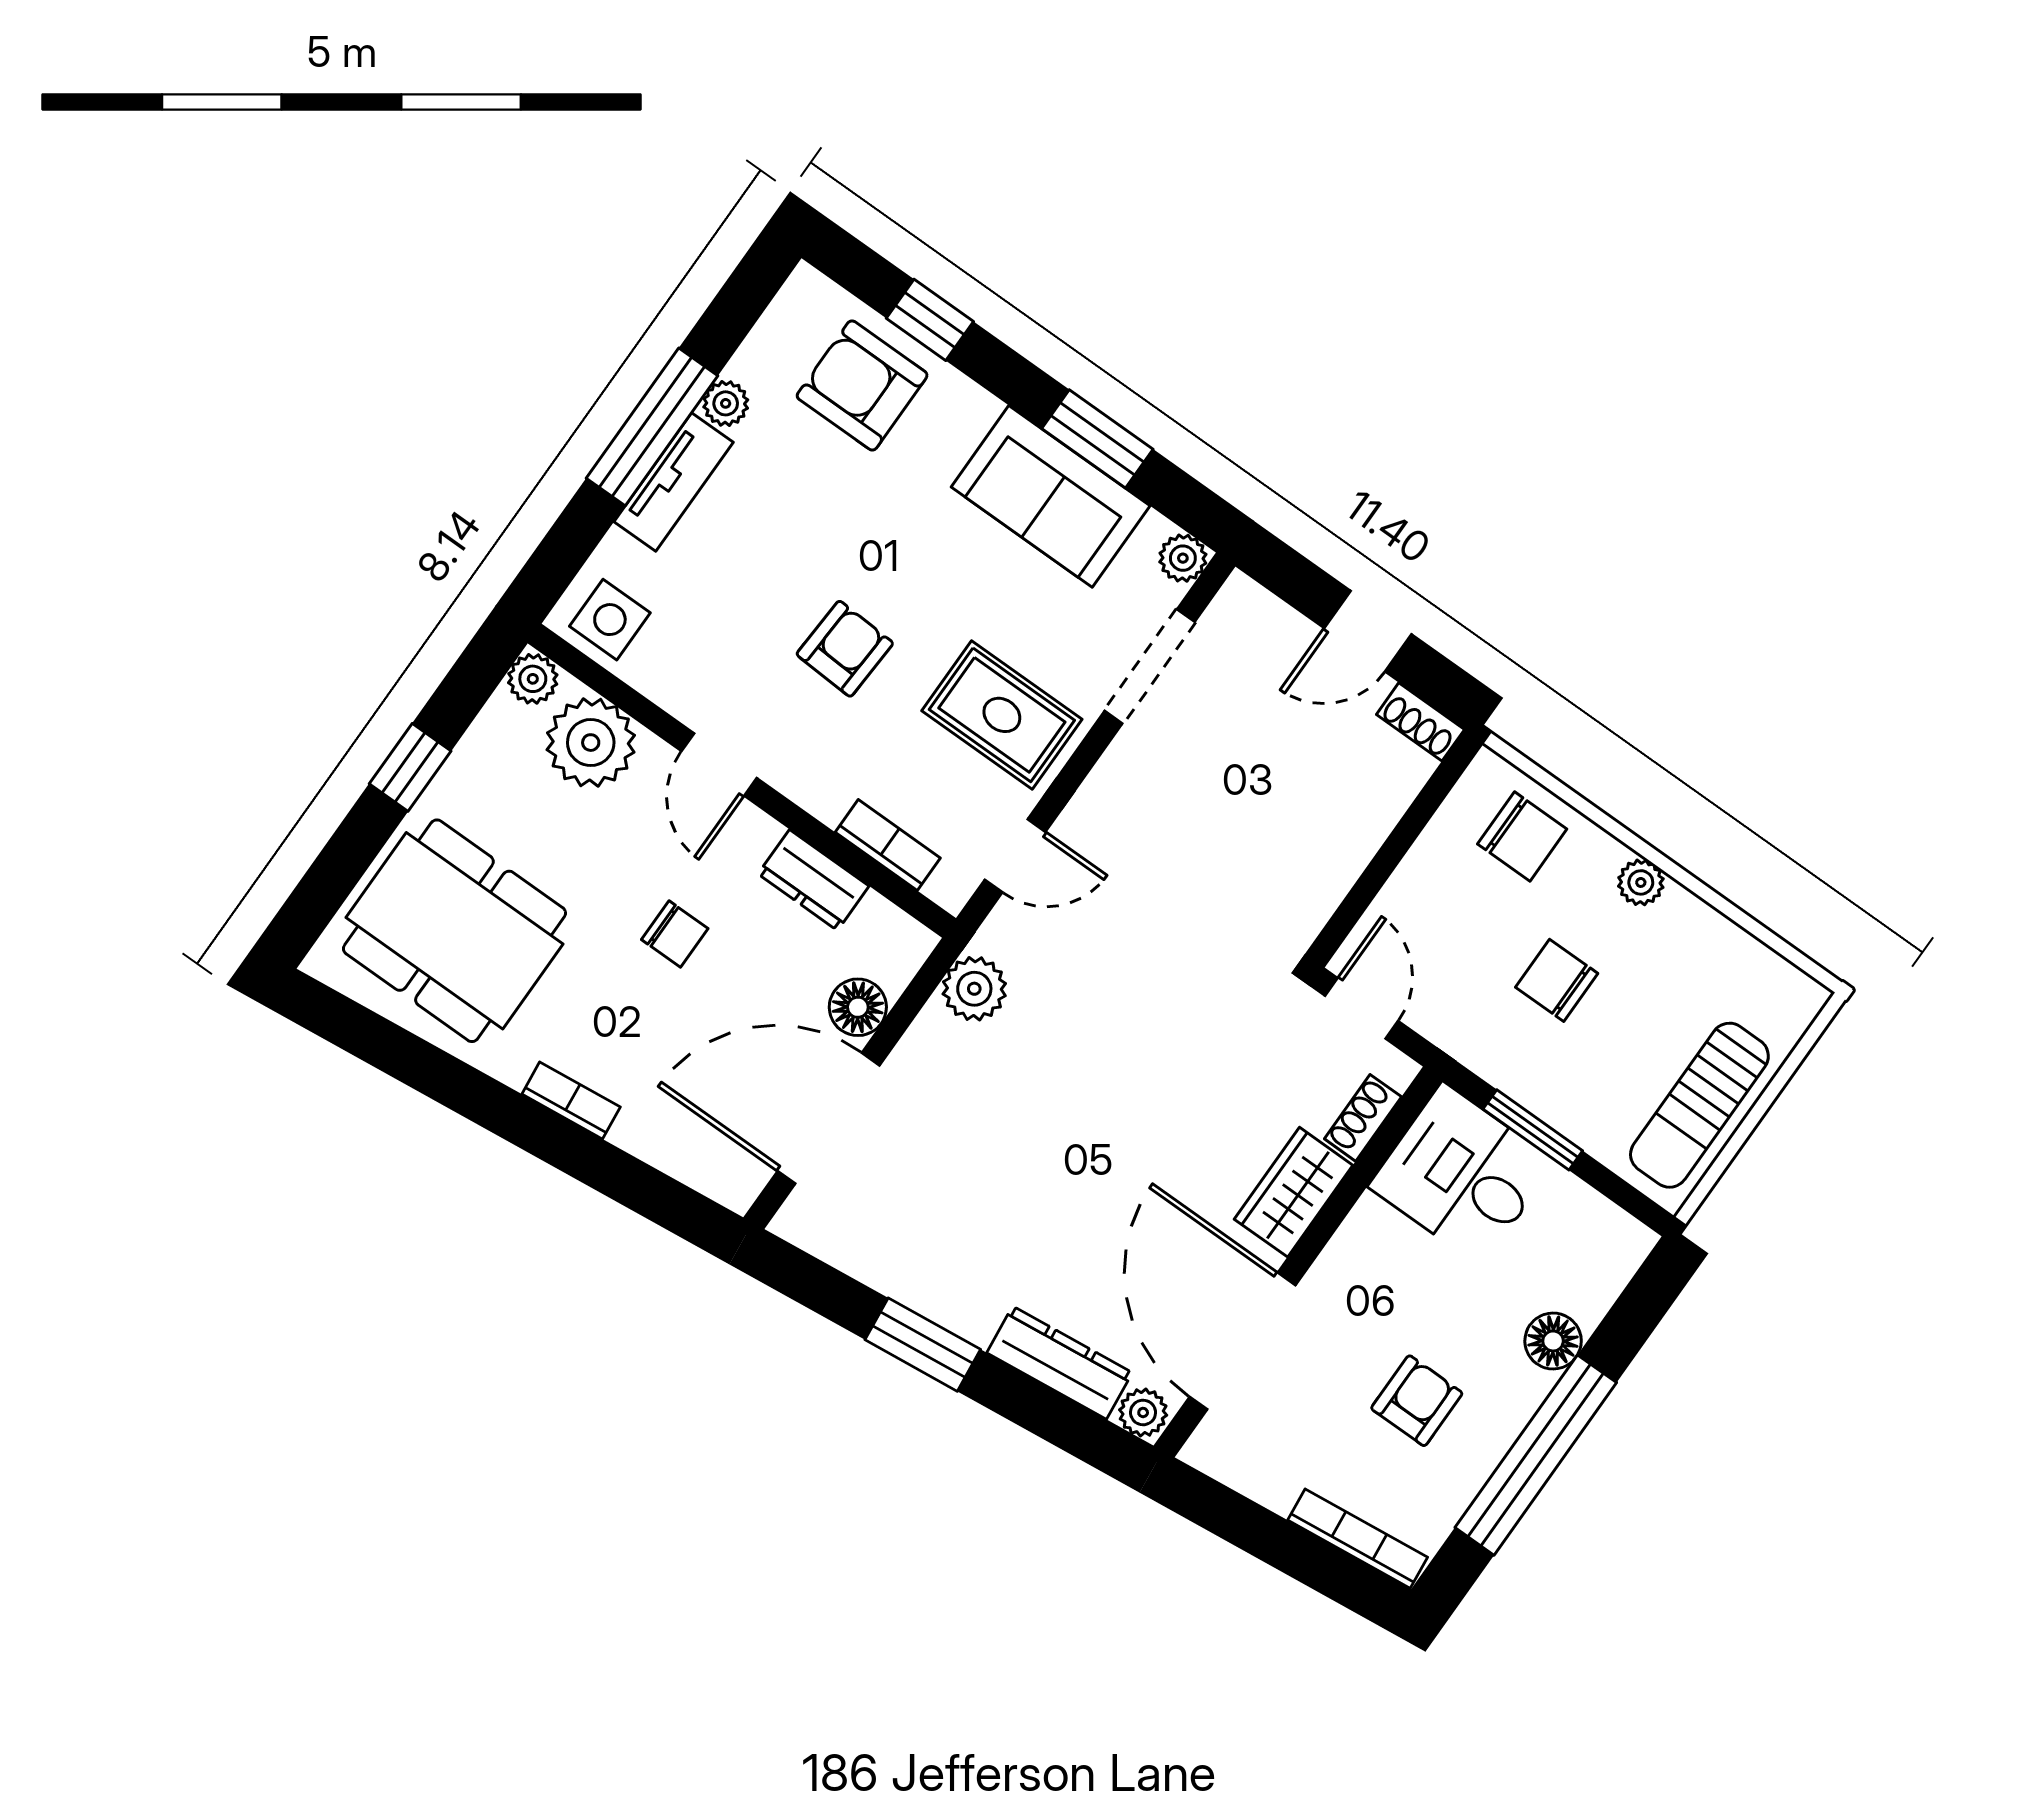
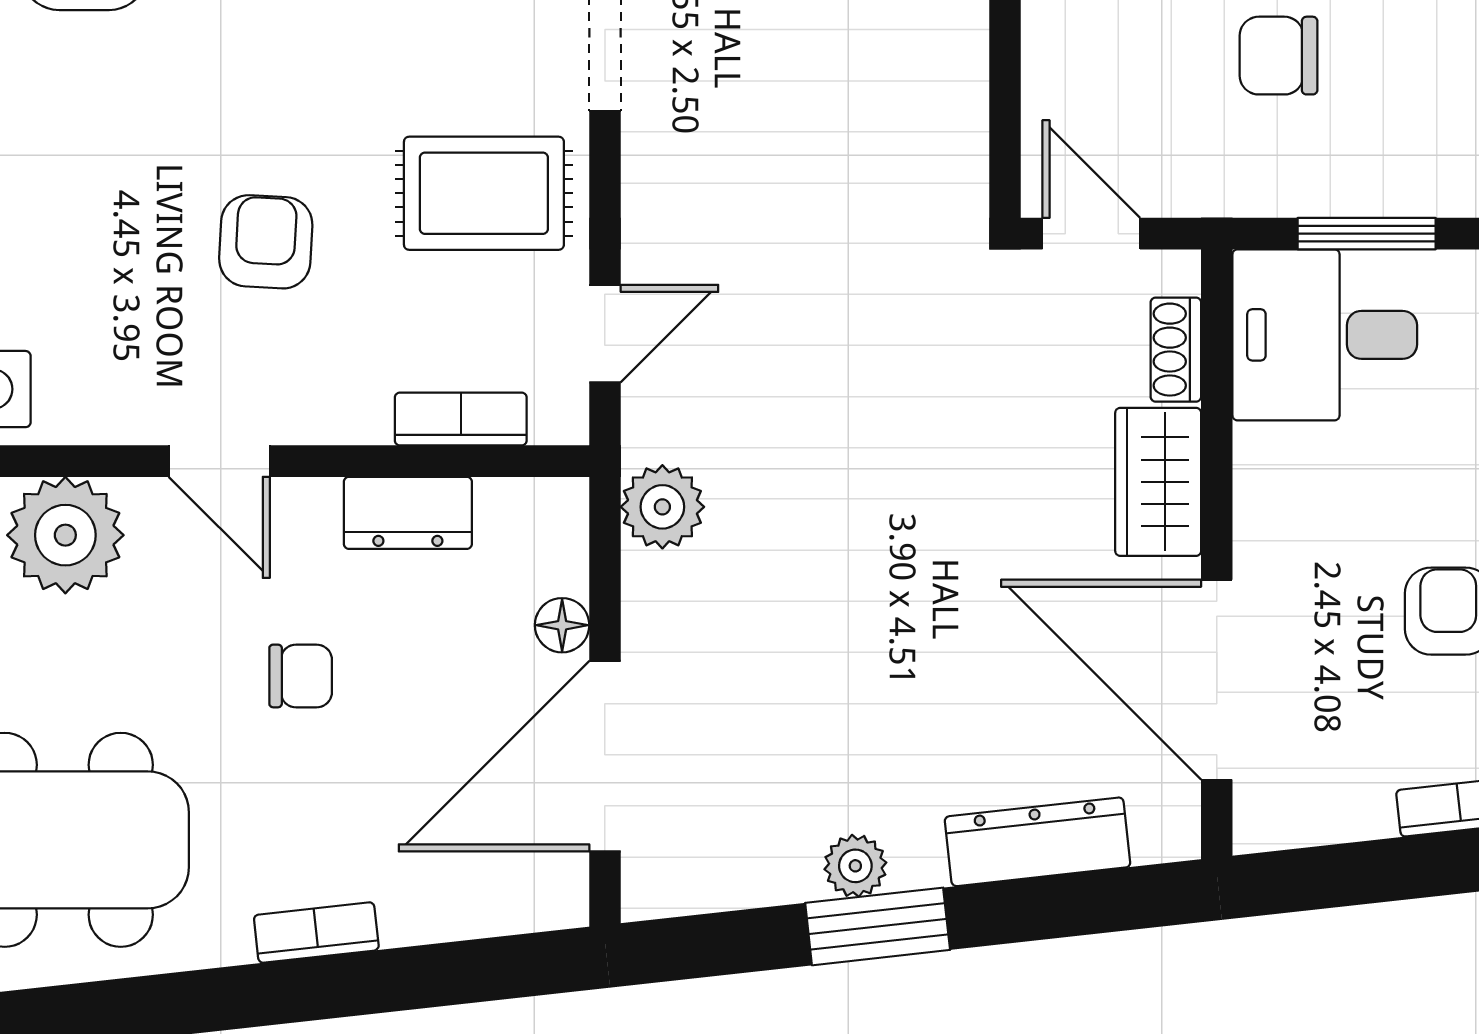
floor lamp: (858, 1007) -> (562, 625), width x0.73, depth x0.73
plant: (1143, 1412) -> (855, 866), moved

